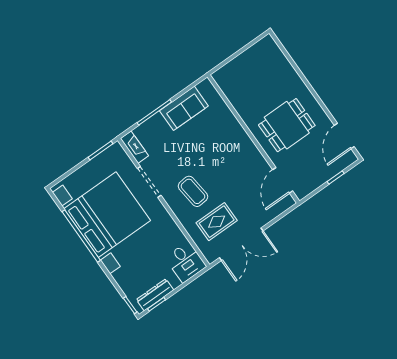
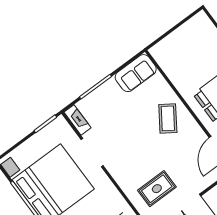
sofa: (184, 108) -> (136, 73), moved
coffee table: (193, 191) -> (168, 118), moved, turned 40

